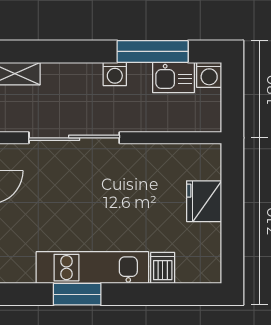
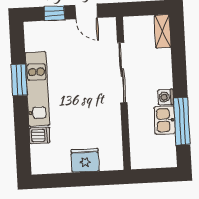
washing machine: (209, 75) -> (168, 159), removed
kitchen sink: (174, 77) -> (165, 120), moved

